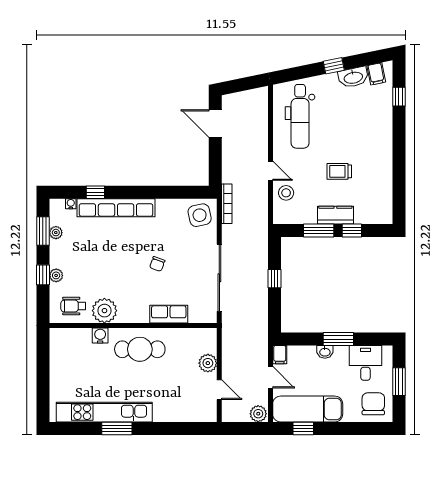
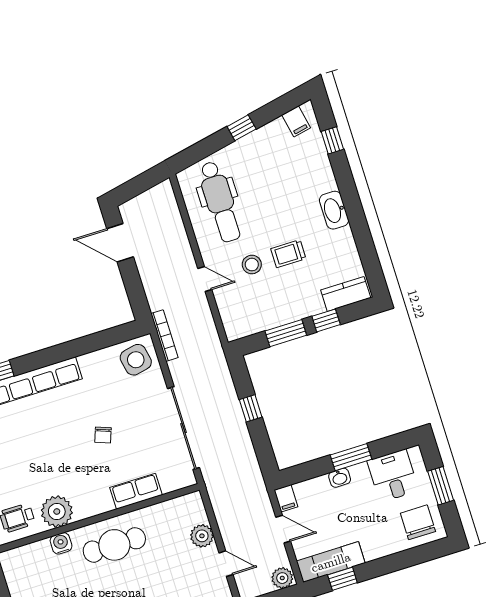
washbasin: (353, 77) -> (334, 210), moved, turned 102
stool: (286, 193) -> (252, 265), moved
kitchen counter: (335, 215) -> (346, 294), moved
exam couch: (308, 409) -> (331, 562), width x0.73, depth x0.69

